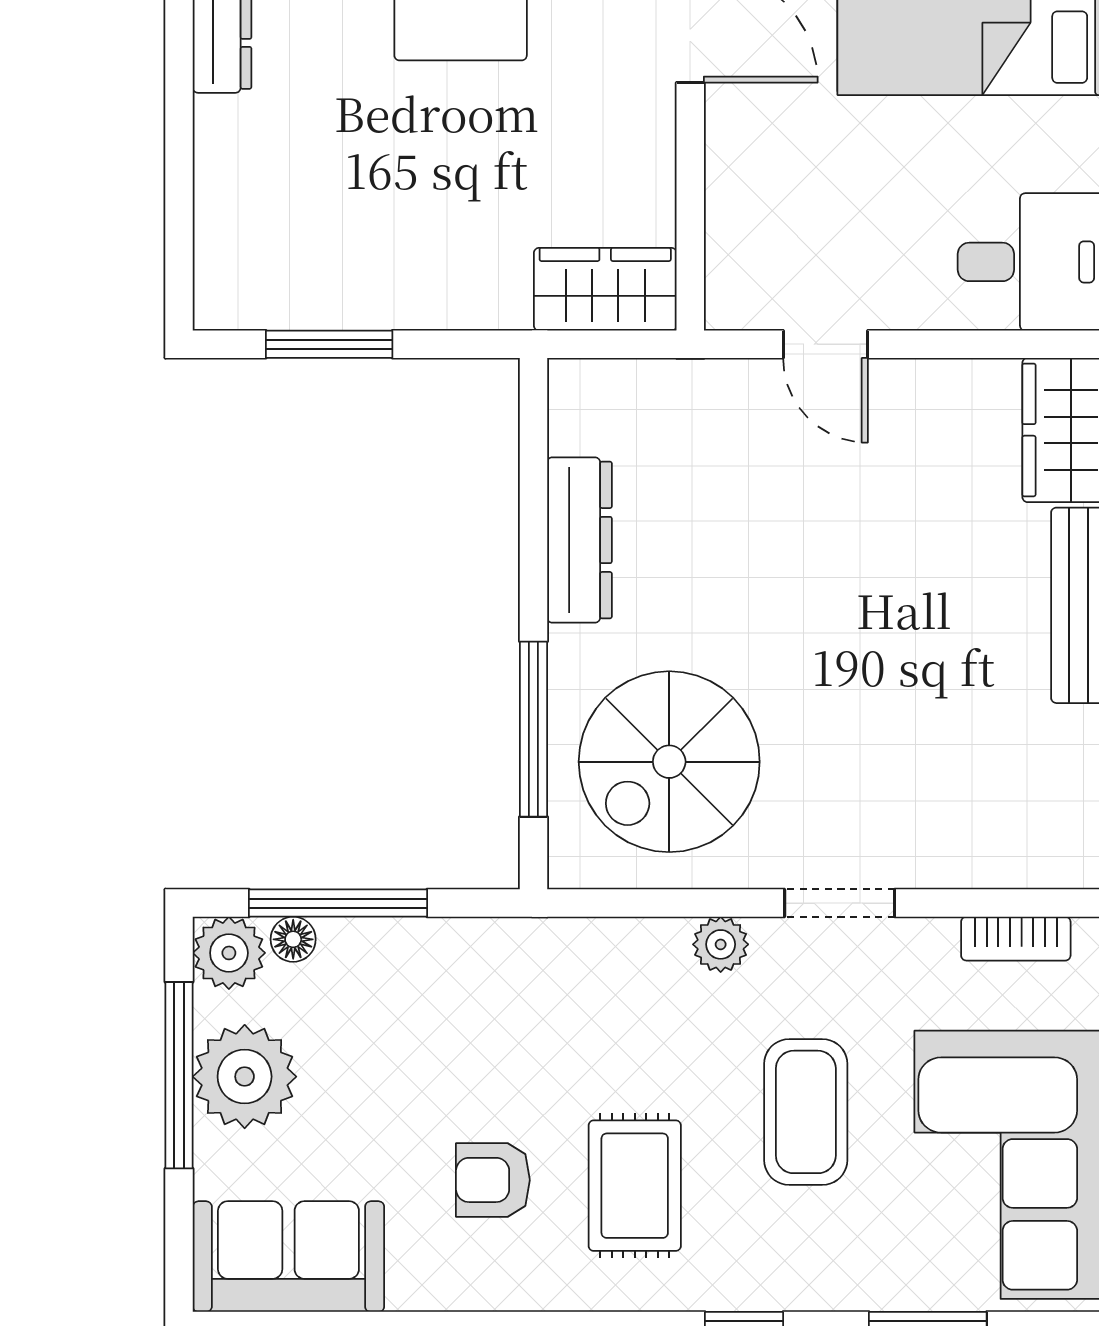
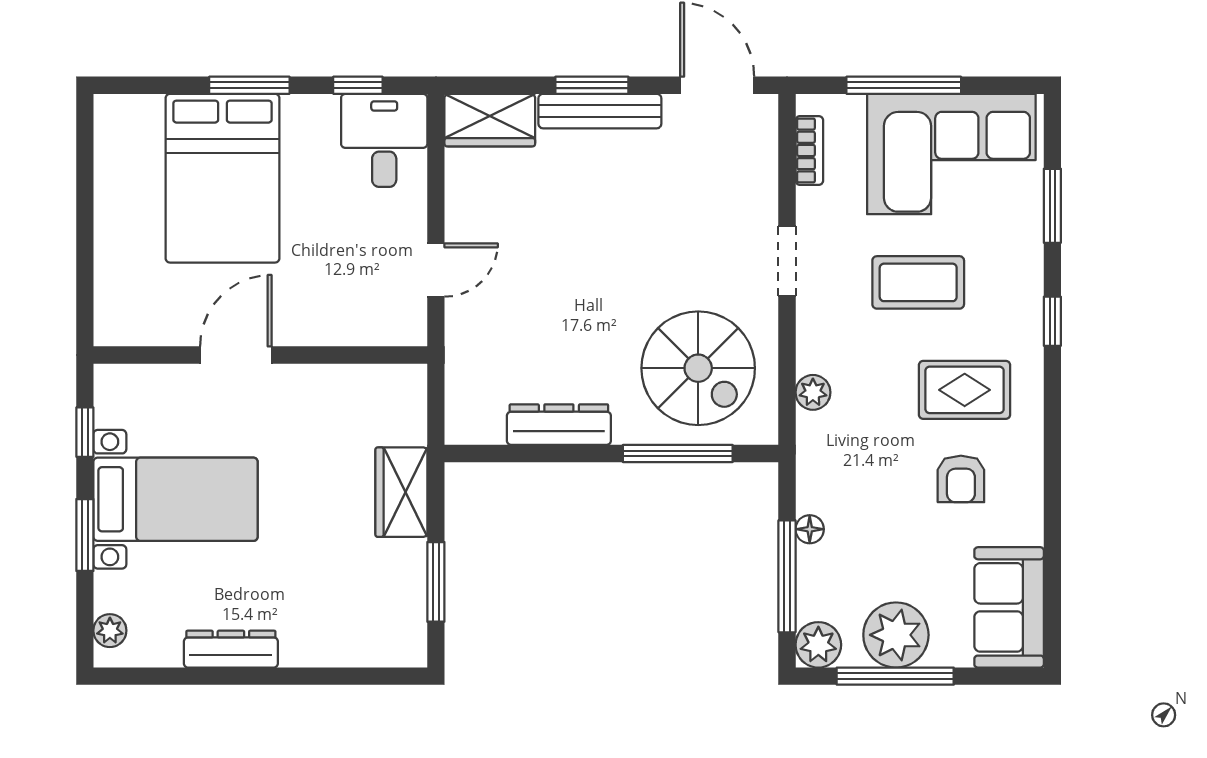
wardrobe: (605, 289) -> (401, 492), moved
floor lamp: (293, 939) -> (810, 529), moved
plant: (721, 944) -> (813, 392), moved

